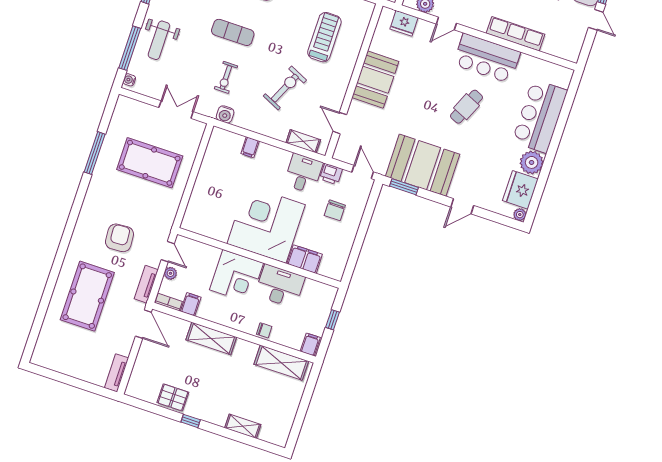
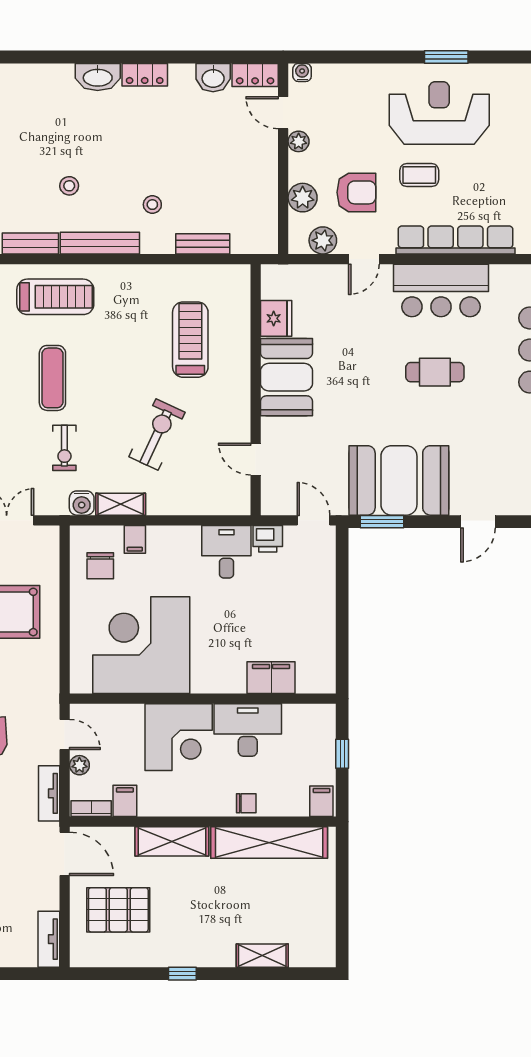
fridge: (404, 23) -> (276, 318), moved, turned -90
exercise mat: (233, 32) -> (52, 378), turned 90
row of seats: (516, 34) -> (456, 240), width x1.36
cafe table: (466, 107) -> (435, 372), turned 66
shelving: (303, 141) -> (121, 504), moved
chair: (335, 210) -> (100, 566), moved
corner desk: (266, 224) -> (141, 645), moved
shelving: (281, 363) -> (269, 843), width x1.47
pallet: (173, 397) -> (118, 910), moved, width x1.50, depth x1.42

